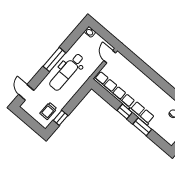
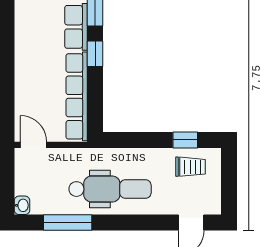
door: (110, 57) -> (34, 145), swing flipped
window: (54, 60) -> (68, 223), moved

